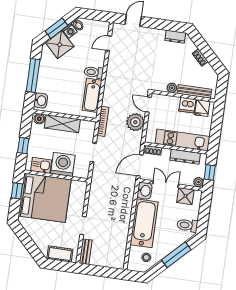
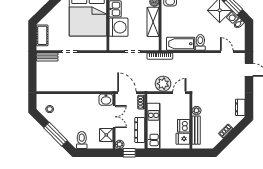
bathtub: (144, 223) -> (78, 103), removed

